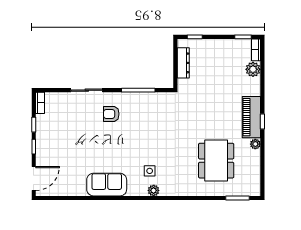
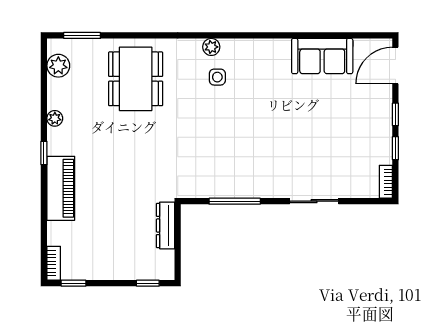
dresser: (183, 63) -> (166, 225), moved
plant: (253, 69) -> (58, 66), moved
armchair: (111, 114) -> (276, 165), removed
piano: (251, 117) -> (61, 188), moved
dining table: (216, 161) -> (136, 79), moved
sofa: (107, 185) -> (322, 56), moved

